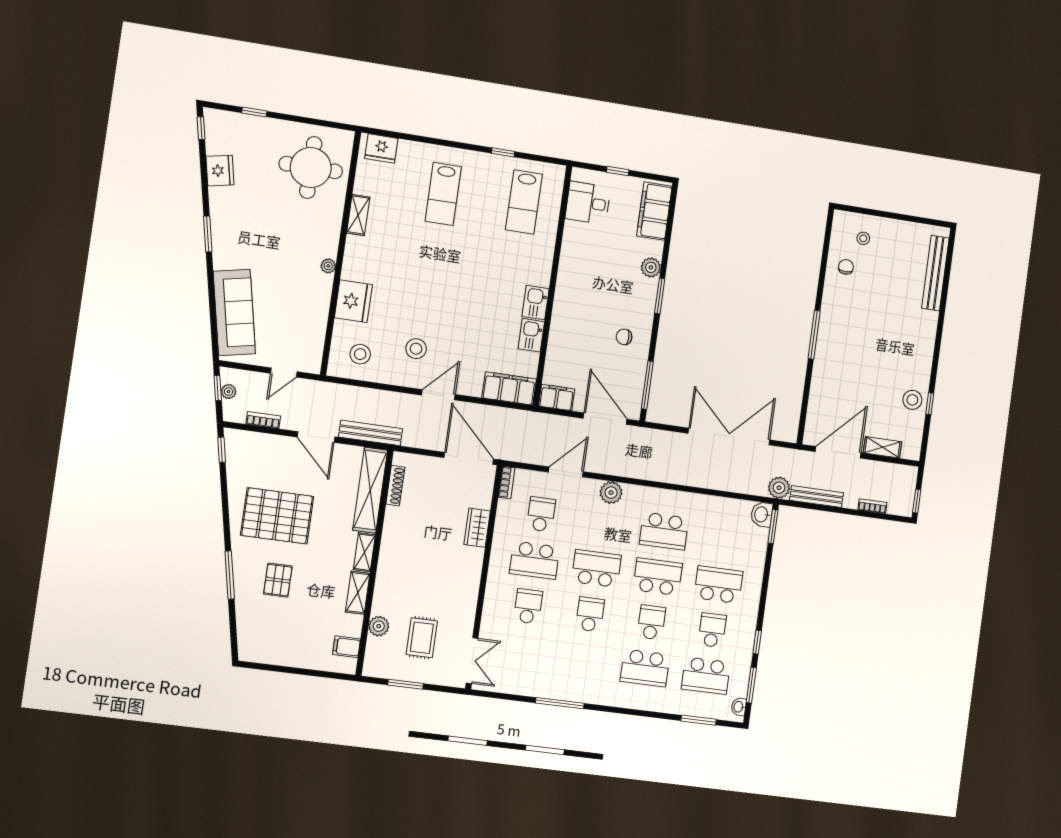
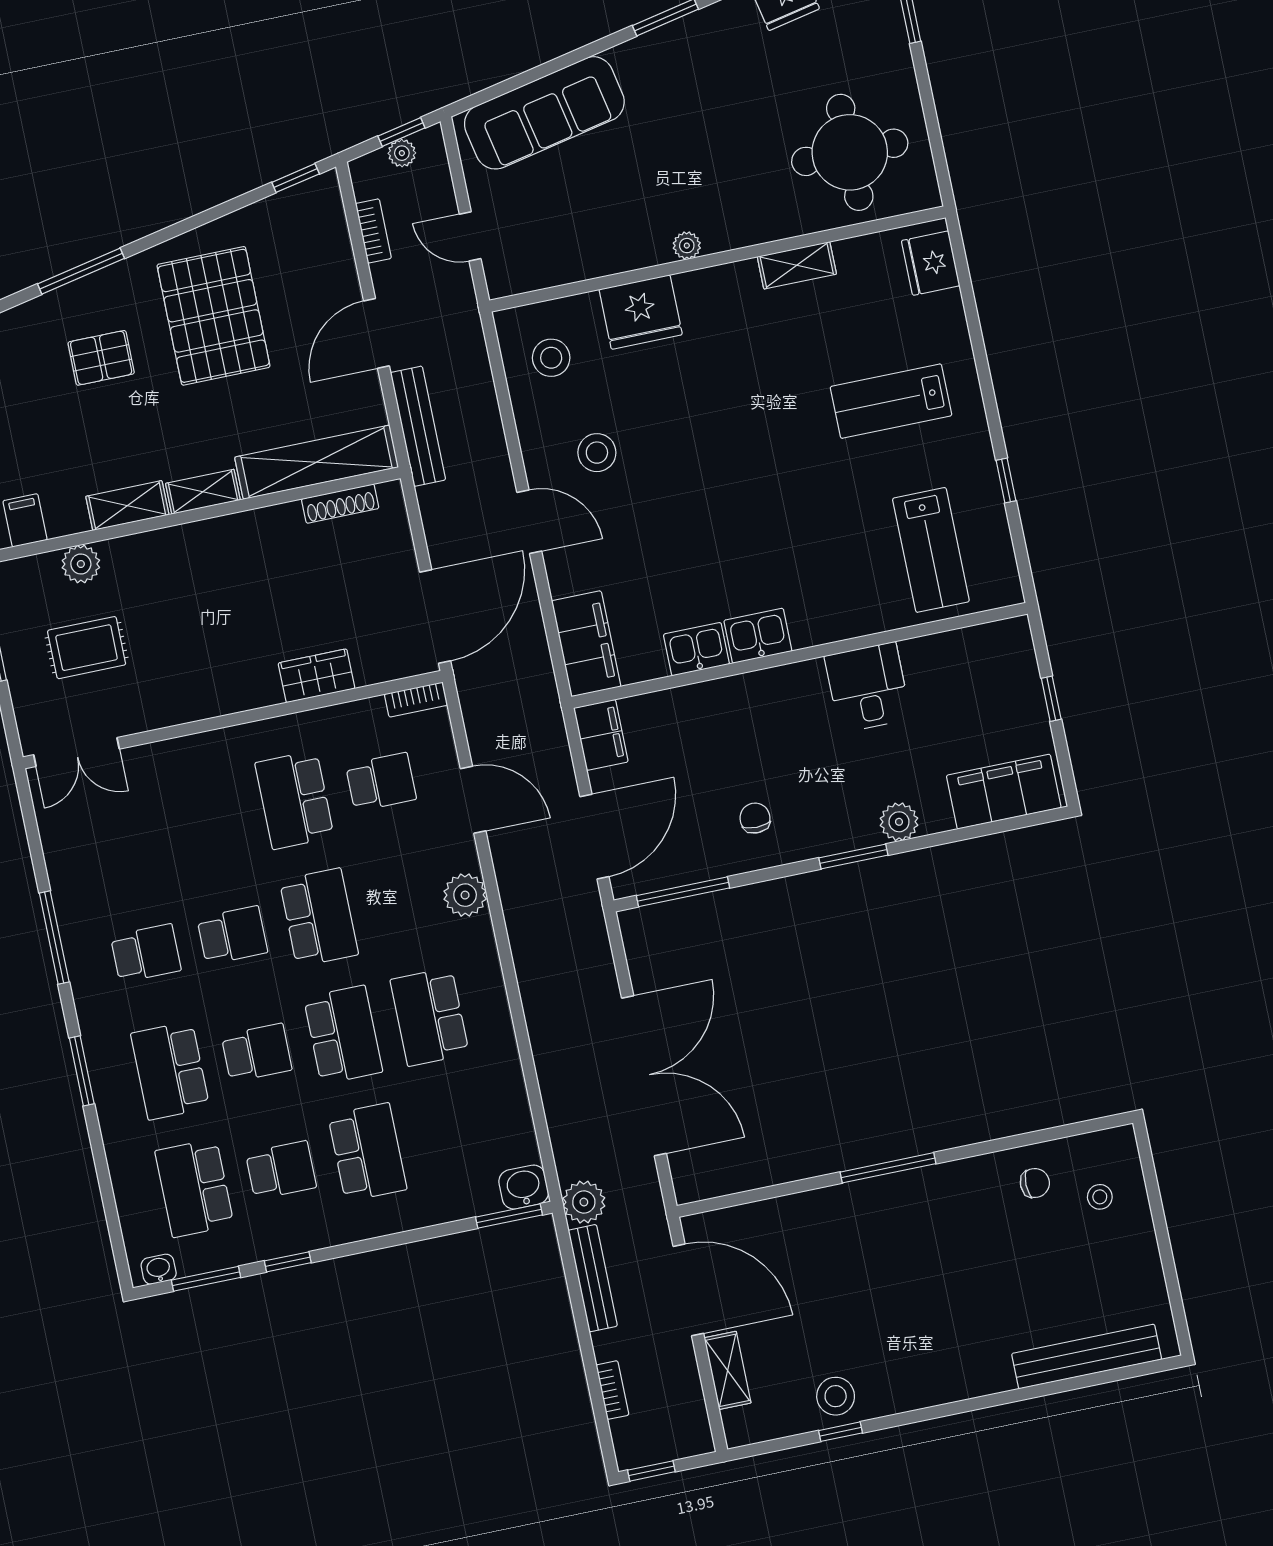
lab bench: (524, 202) -> (931, 550), turned -90
desk: (588, 203) -> (868, 687), moved
school desk: (528, 606) -> (146, 953), moved
window: (699, 720) -> (82, 1071), moved

